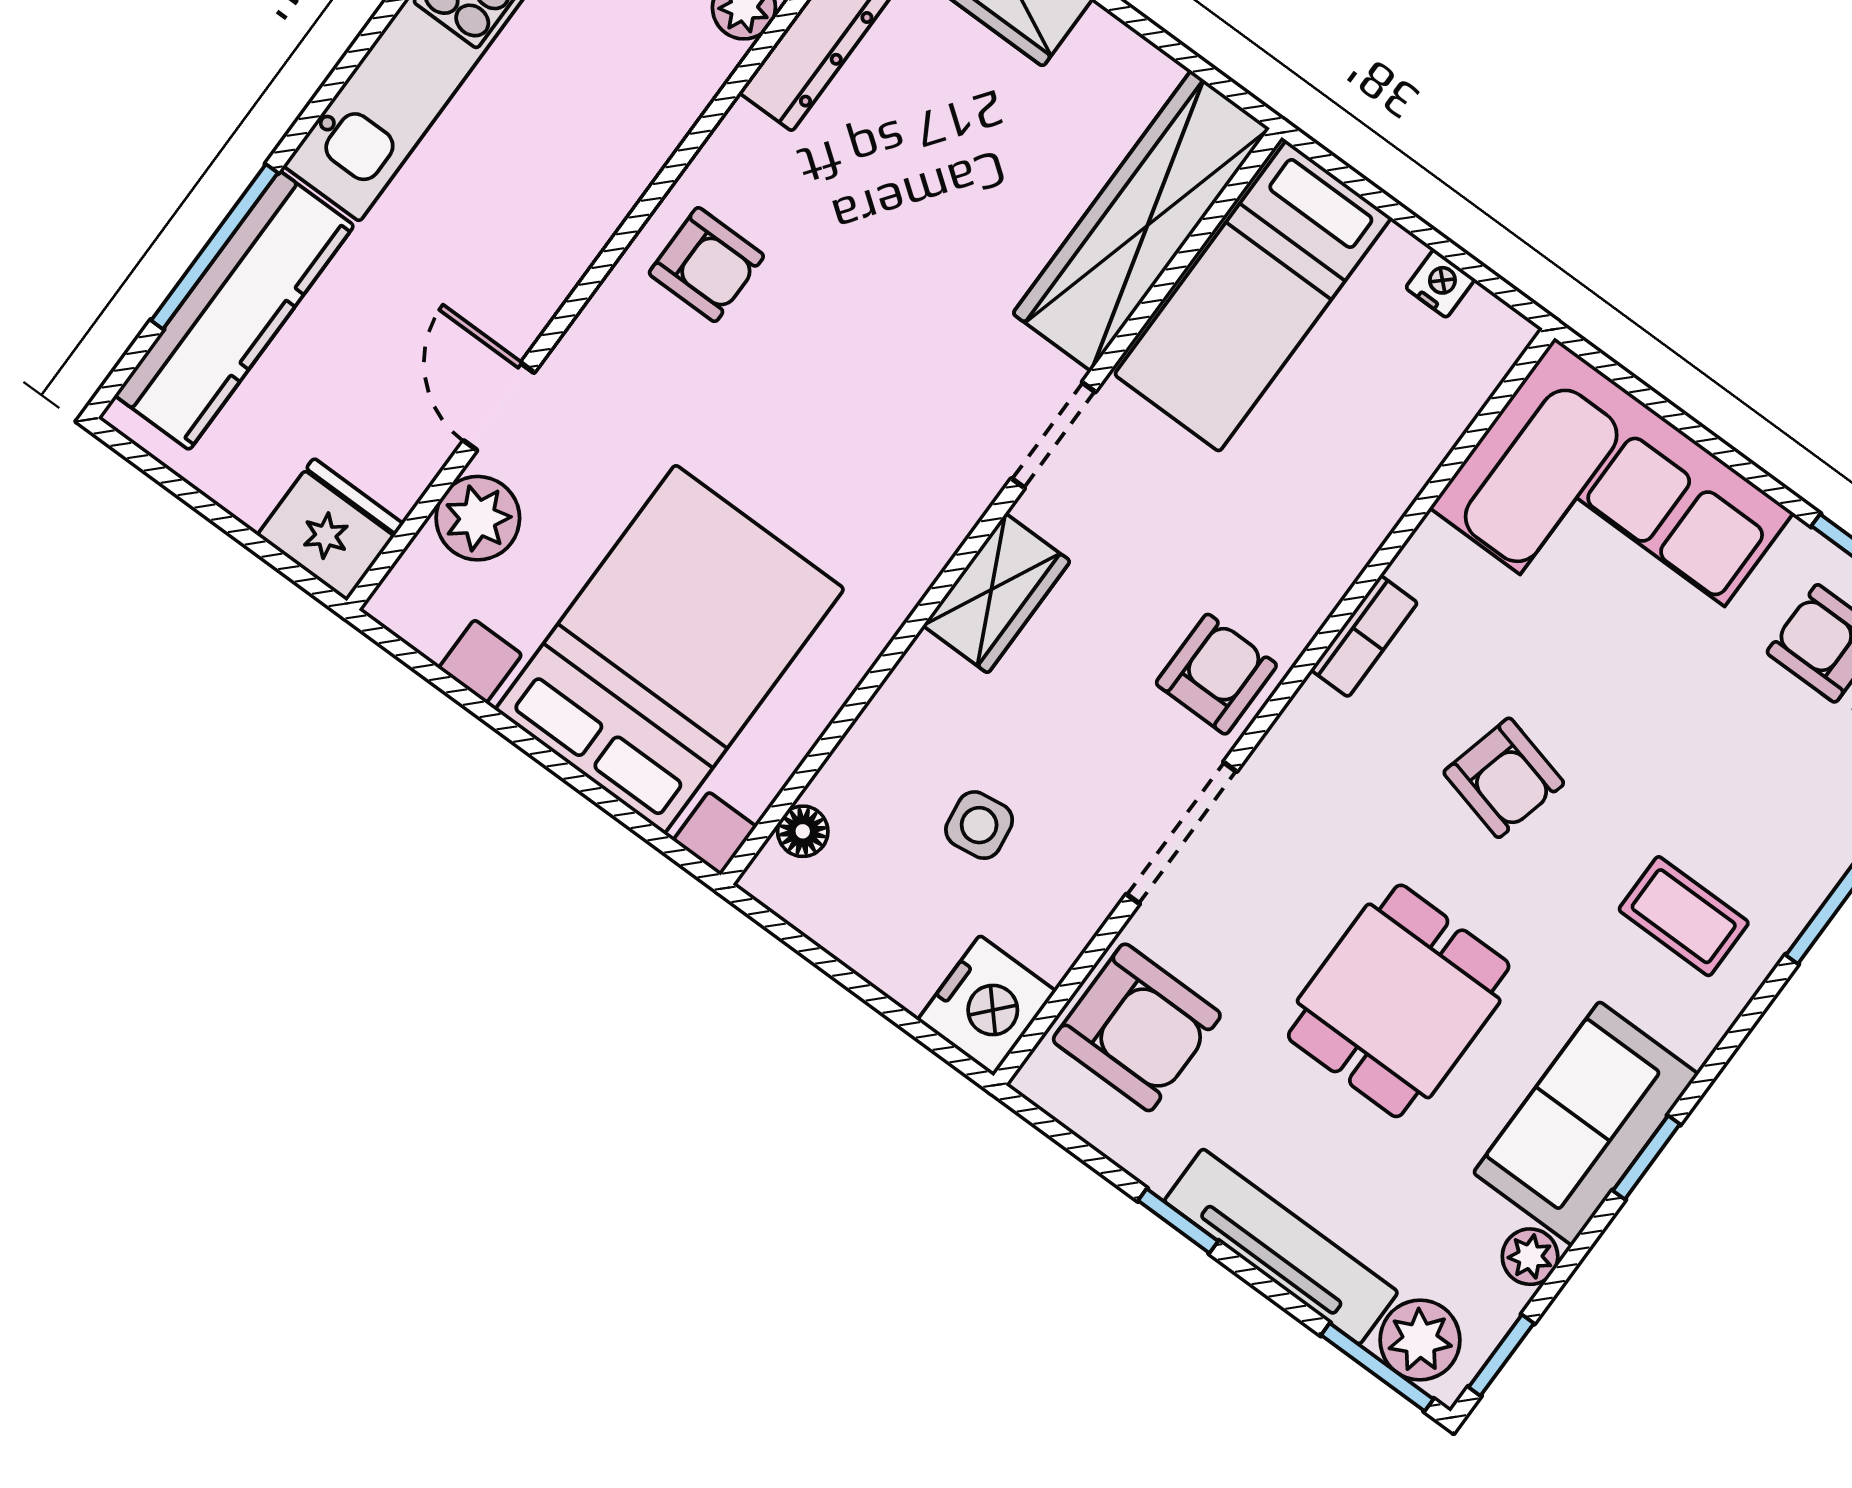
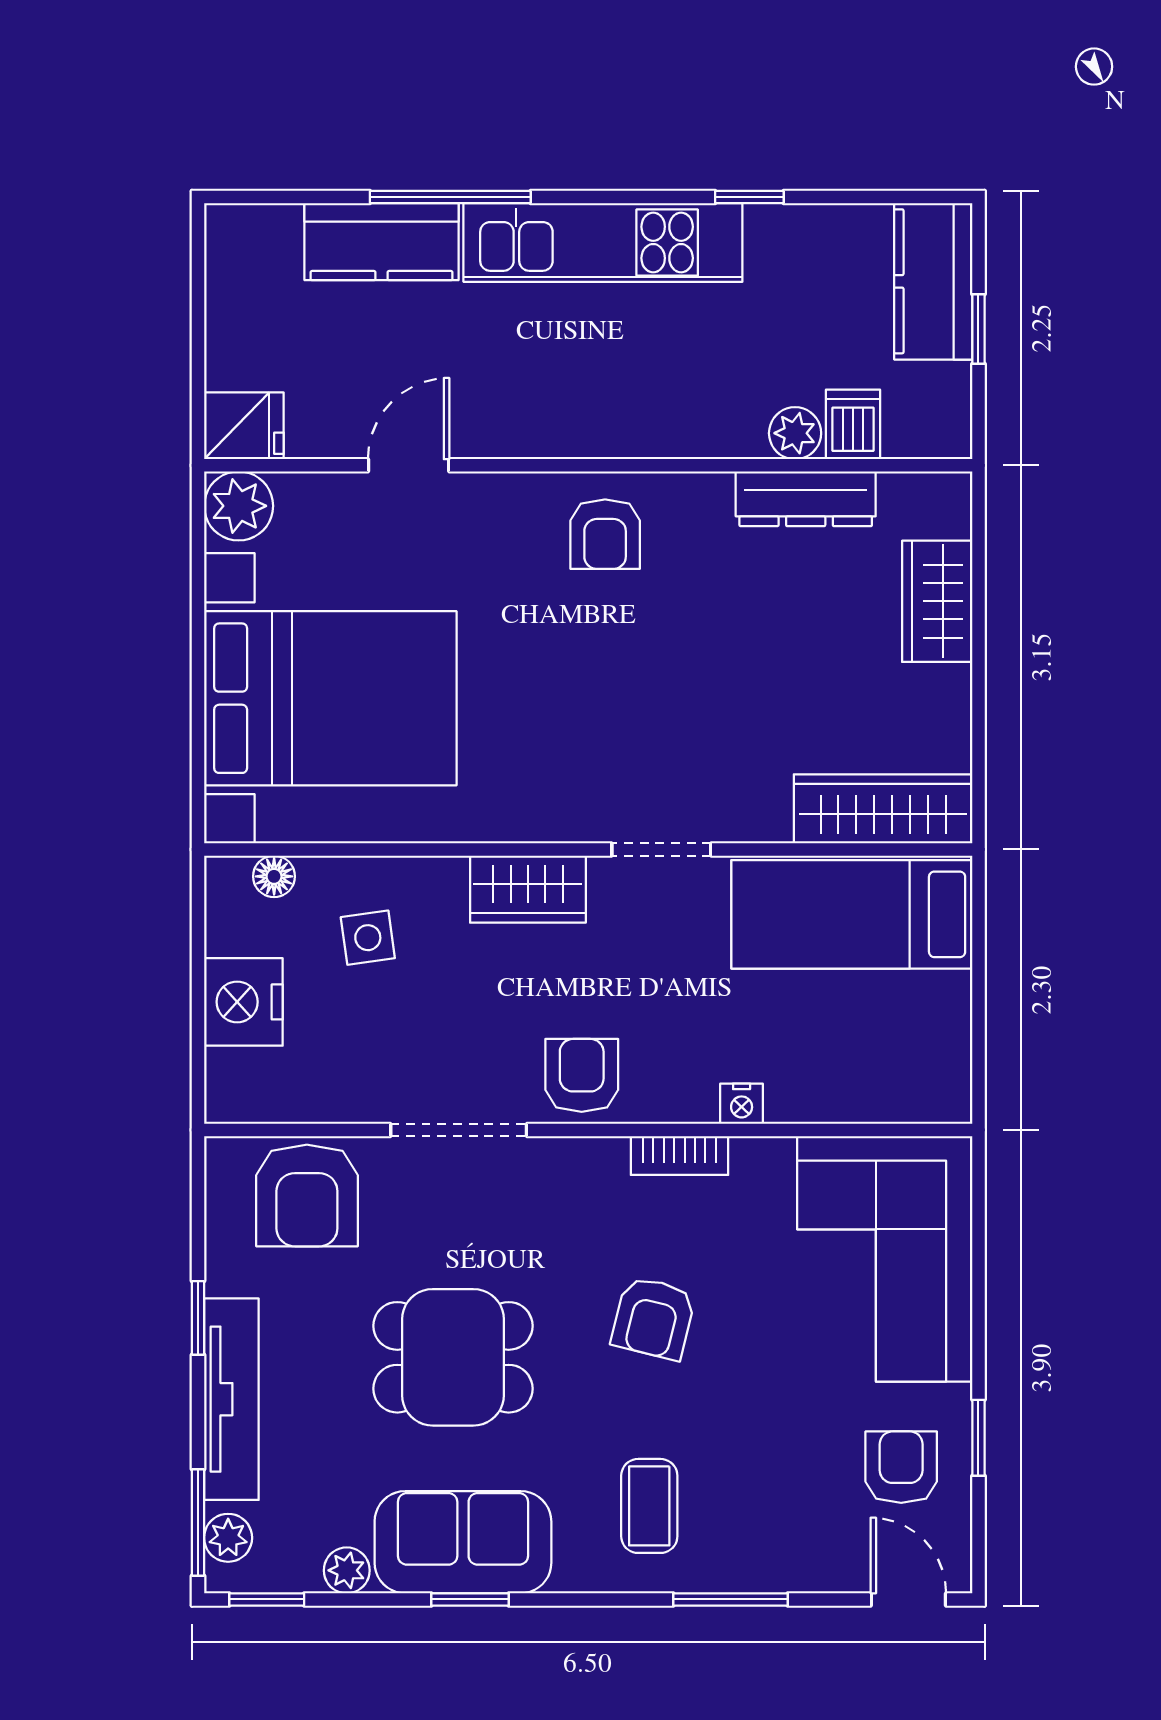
wardrobe: (1141, 221) -> (883, 809), width x0.71, depth x0.85
window: (214, 247) -> (450, 197), moved
nightstand: (1440, 283) -> (742, 1104), moved, turned 90
kitchen counter: (234, 310) -> (381, 242), width x0.67
plant: (478, 518) -> (239, 506), moved
fridge: (330, 529) -> (244, 426), width x0.72
armchair: (1216, 674) -> (582, 1075), turned -90
side table: (979, 825) -> (368, 938), moved
nightstand: (987, 1006) -> (243, 1002), moved, turned 90
plant: (1420, 1340) -> (228, 1538), width x0.73, depth x0.73

